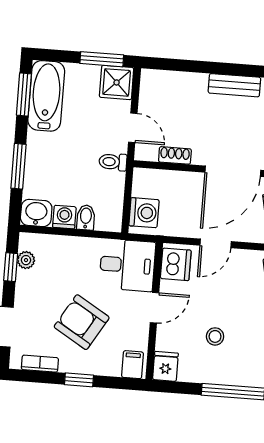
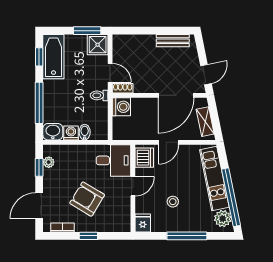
window: (24, 94) -> (39, 57), width x0.67
shoe rack: (175, 155) -> (123, 88), moved
window: (18, 166) -> (39, 103), width x1.44
washing machine: (144, 213) -> (121, 107), moved
filing cabinet: (132, 365) -> (122, 224), removed

